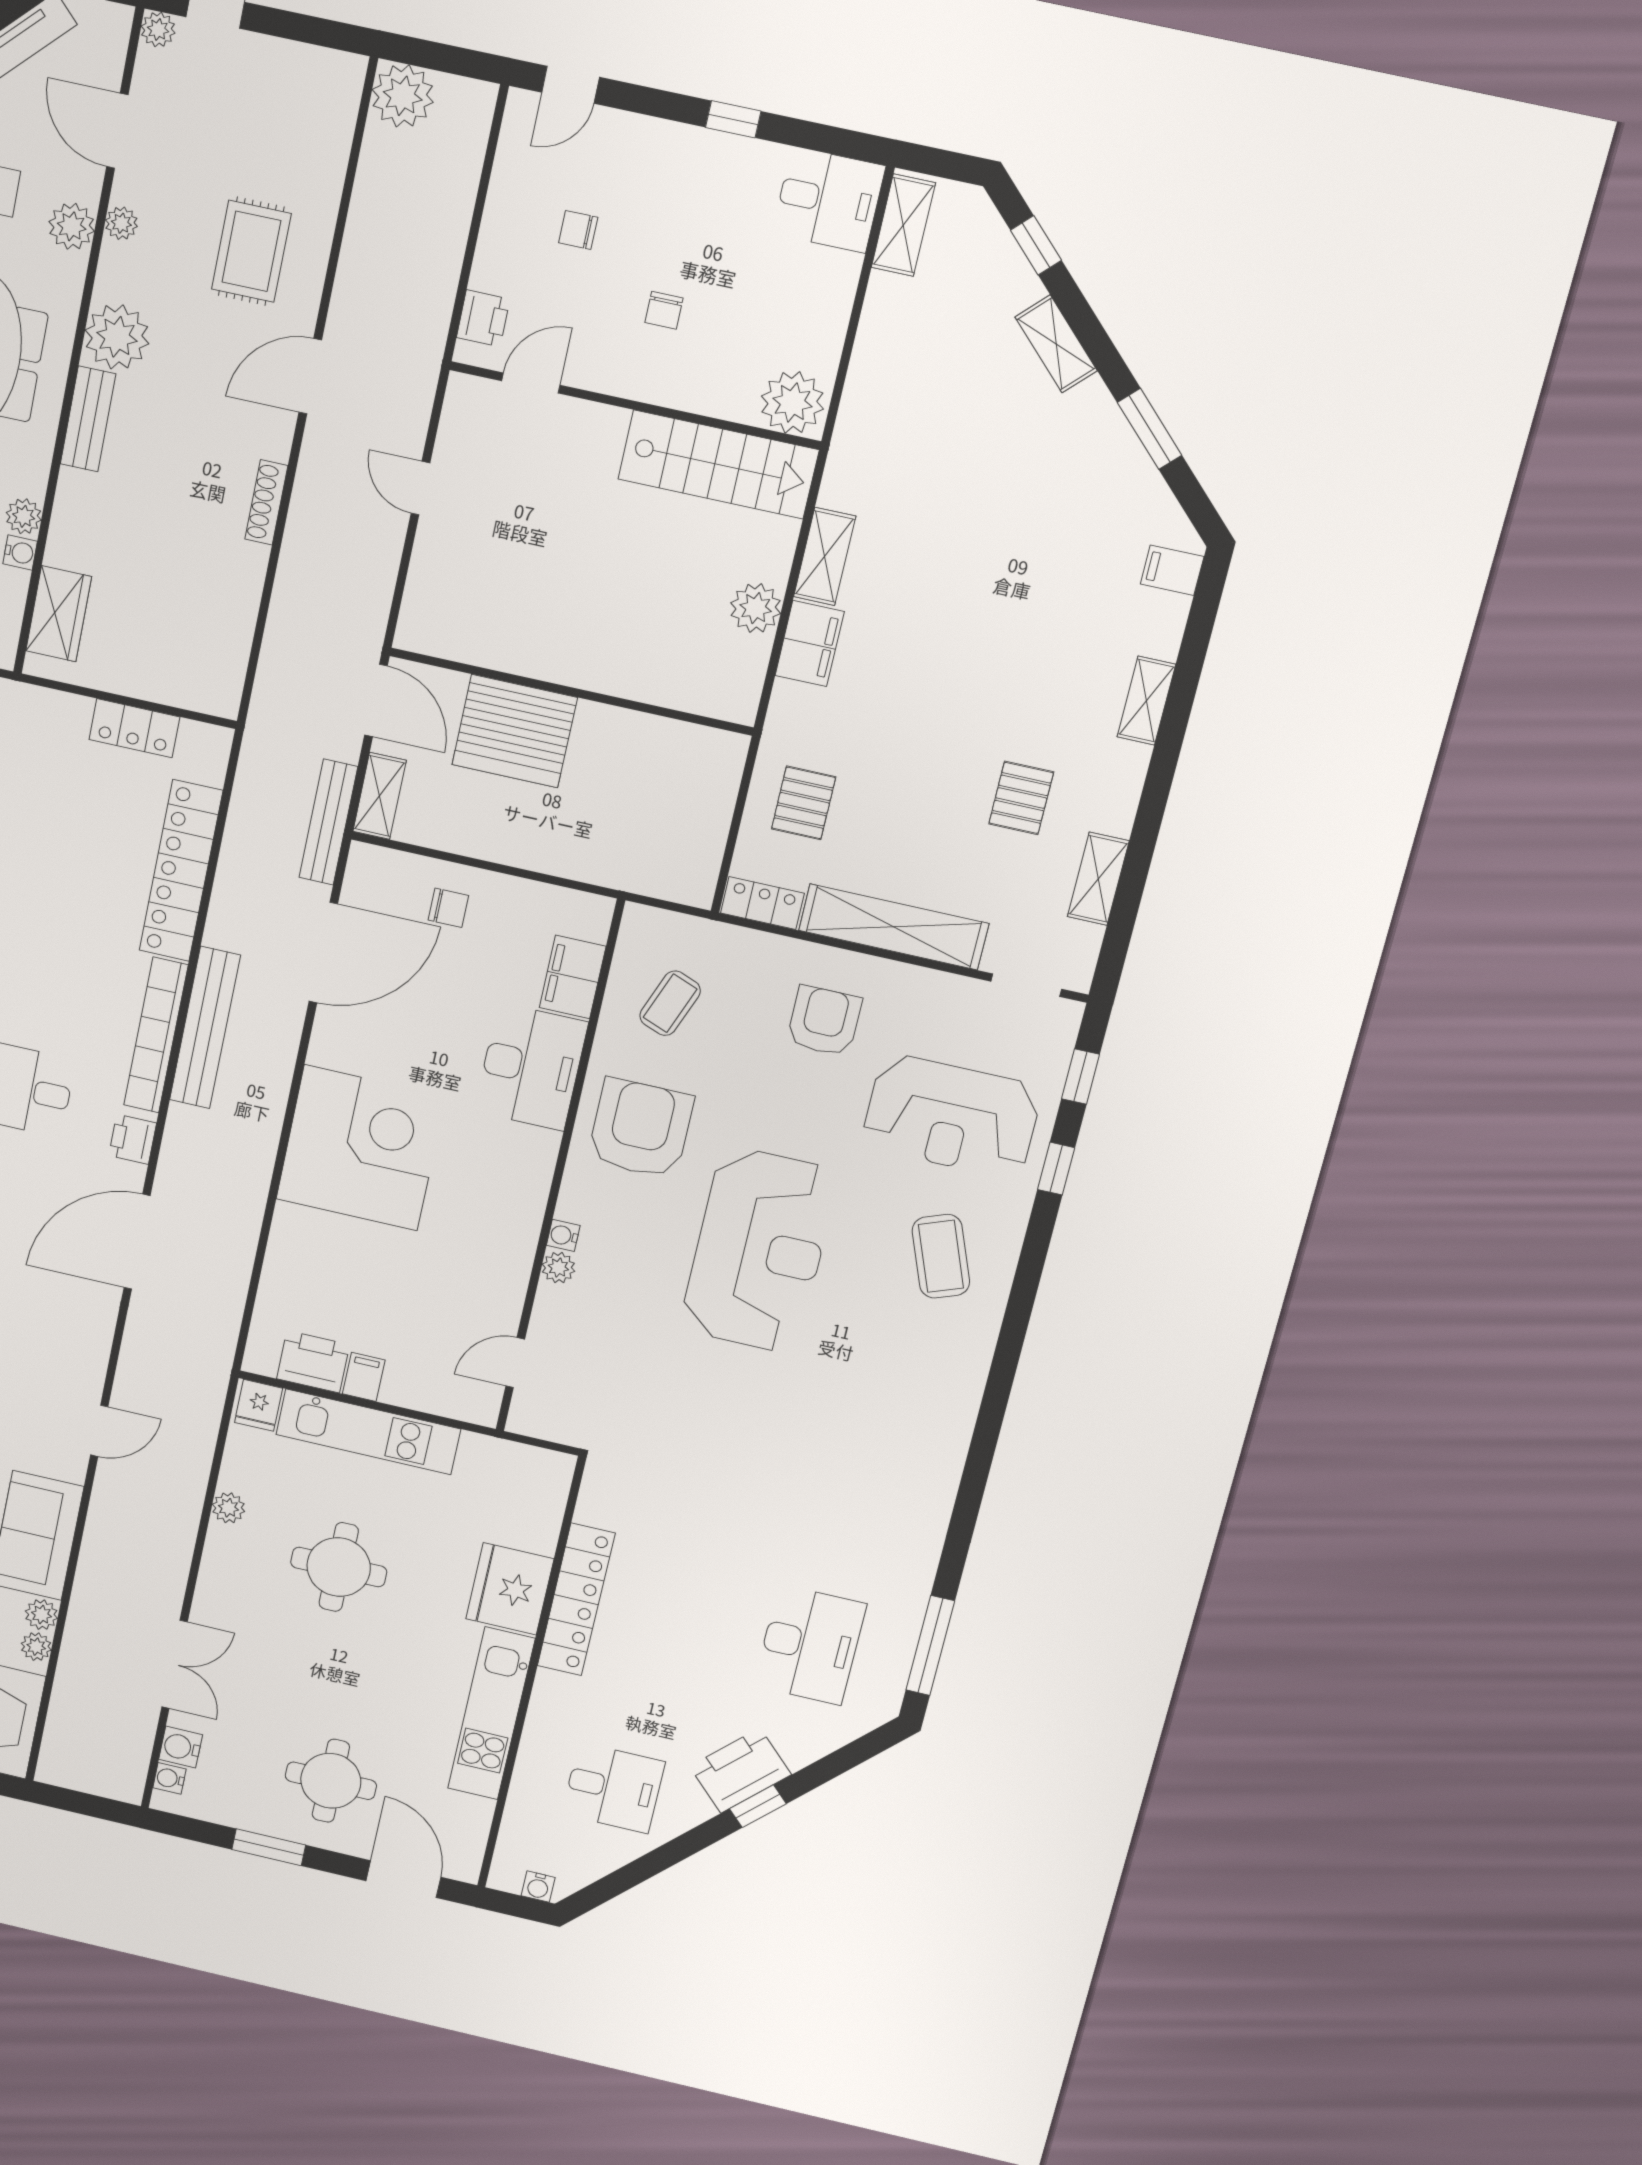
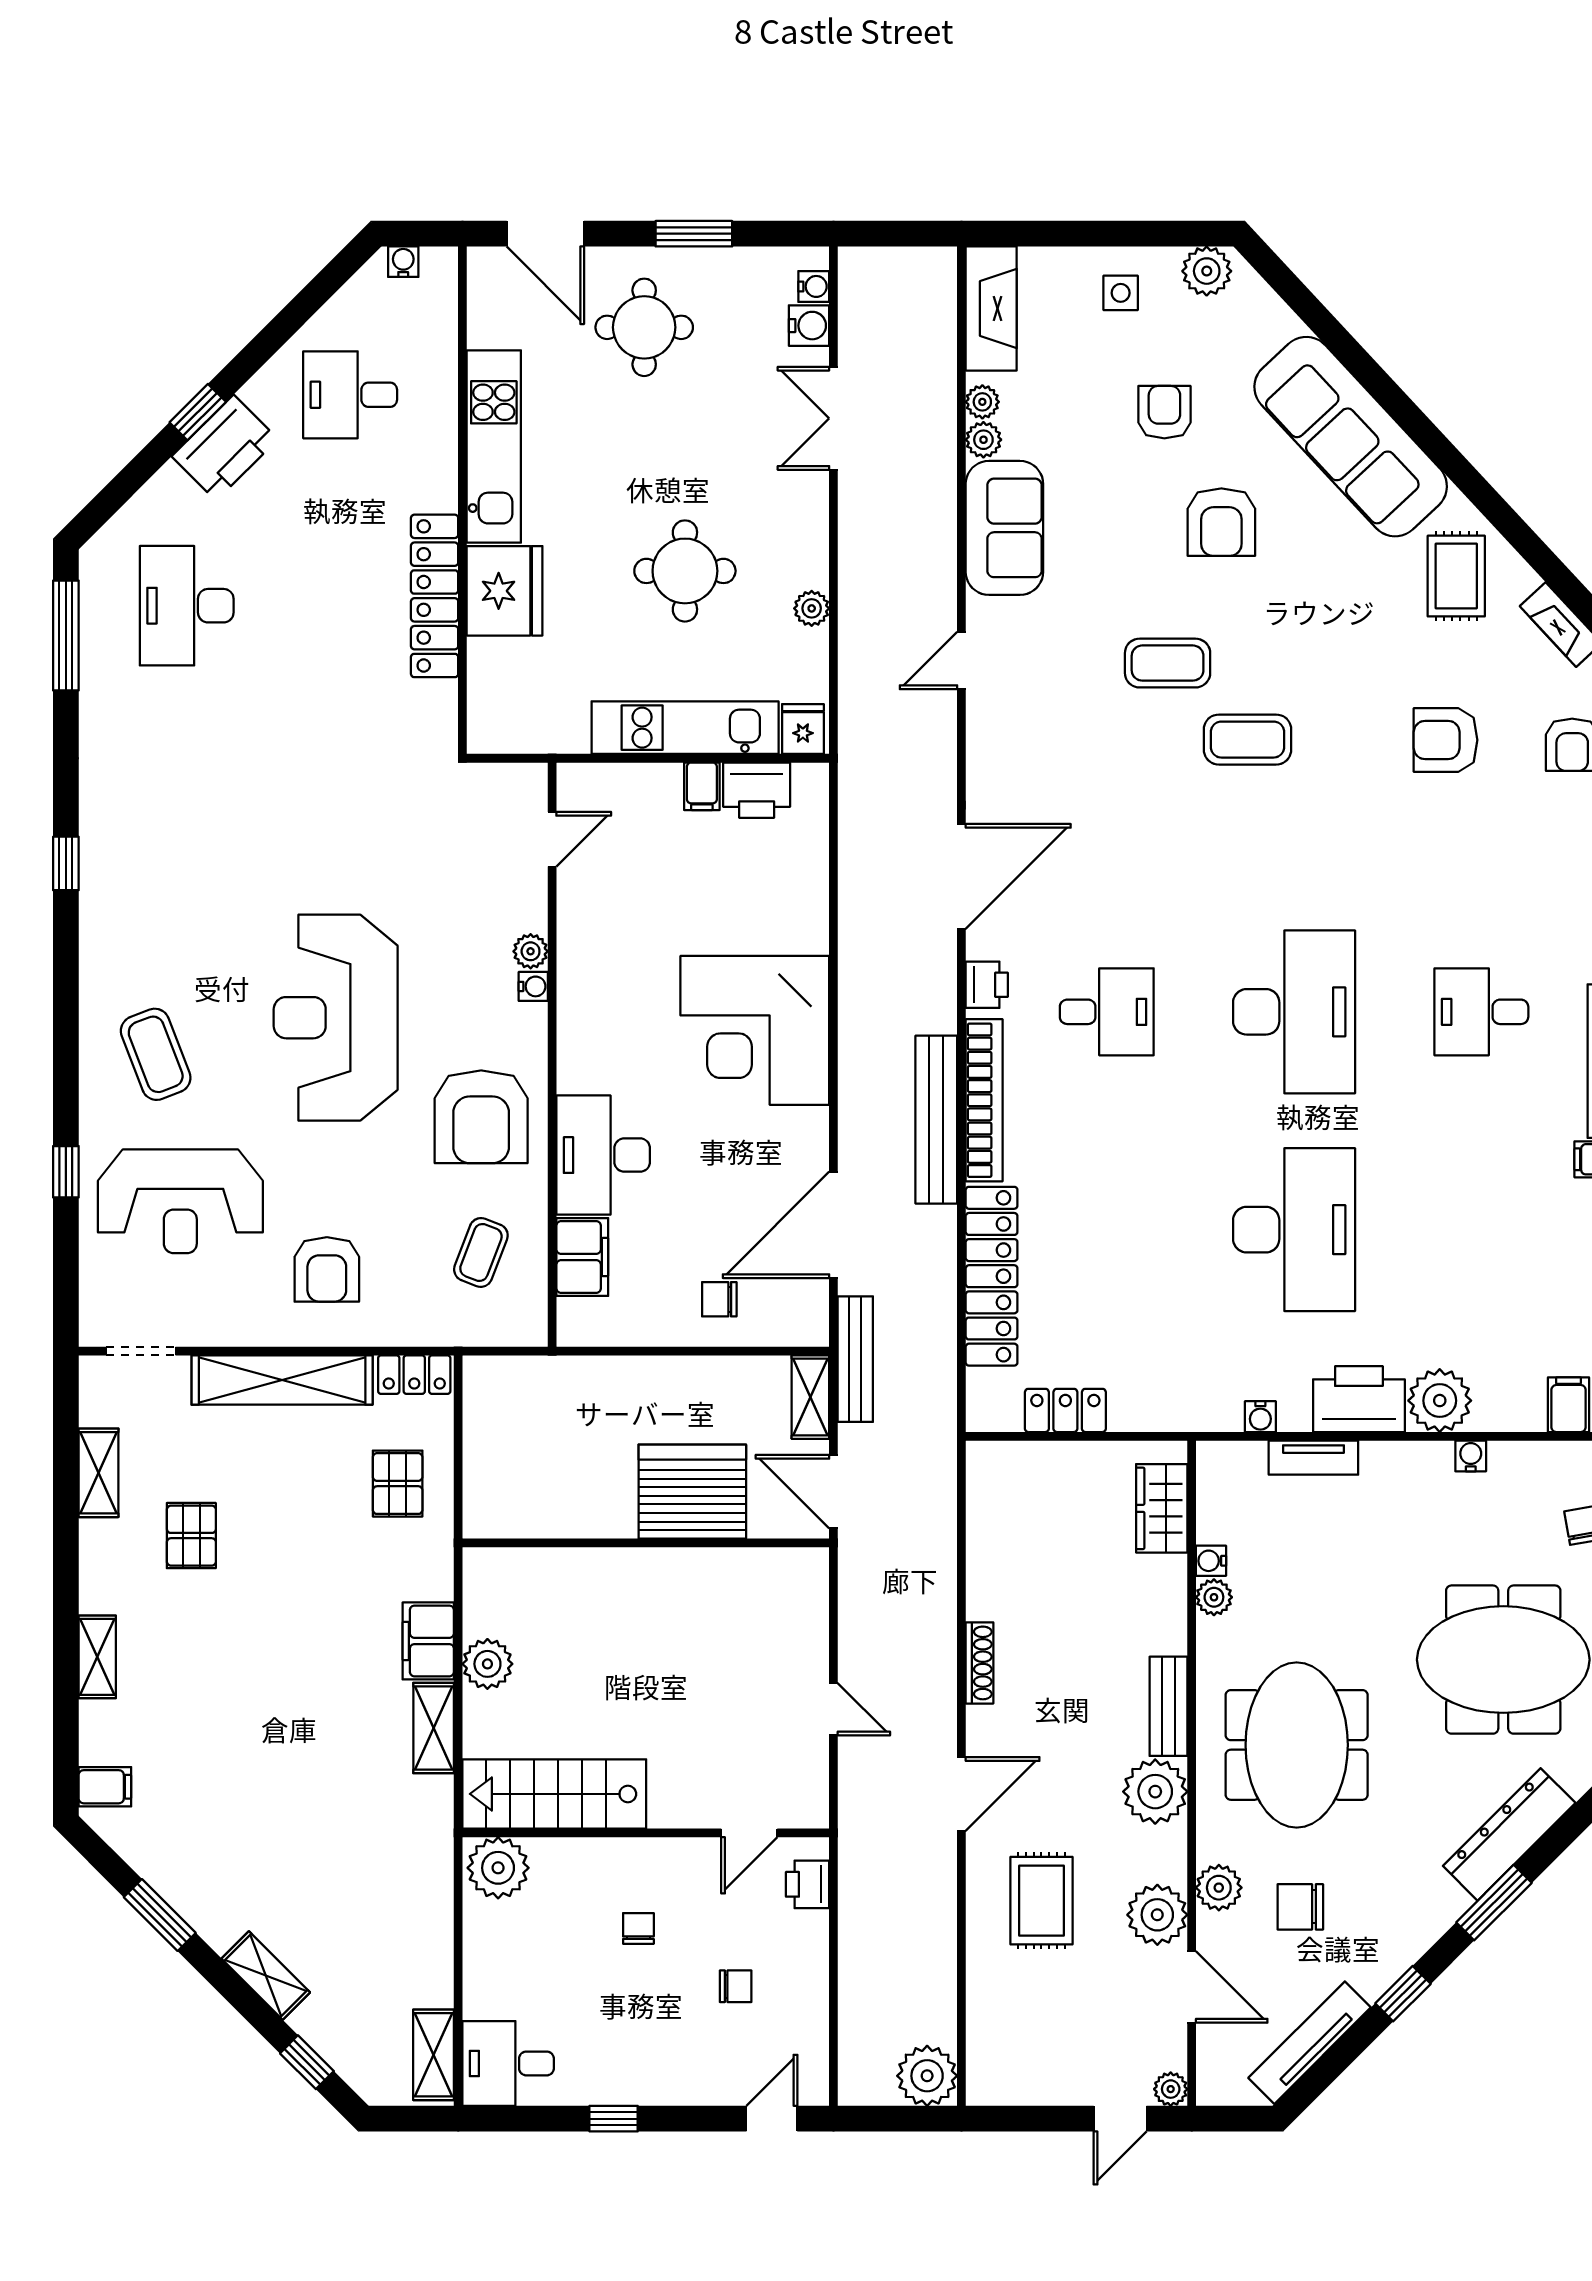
plant: (121, 223) -> (1157, 1915), width x1.87, depth x1.87
window: (1081, 1077) -> (66, 863), moved
reception desk: (951, 1116) -> (180, 1201), turned 180

